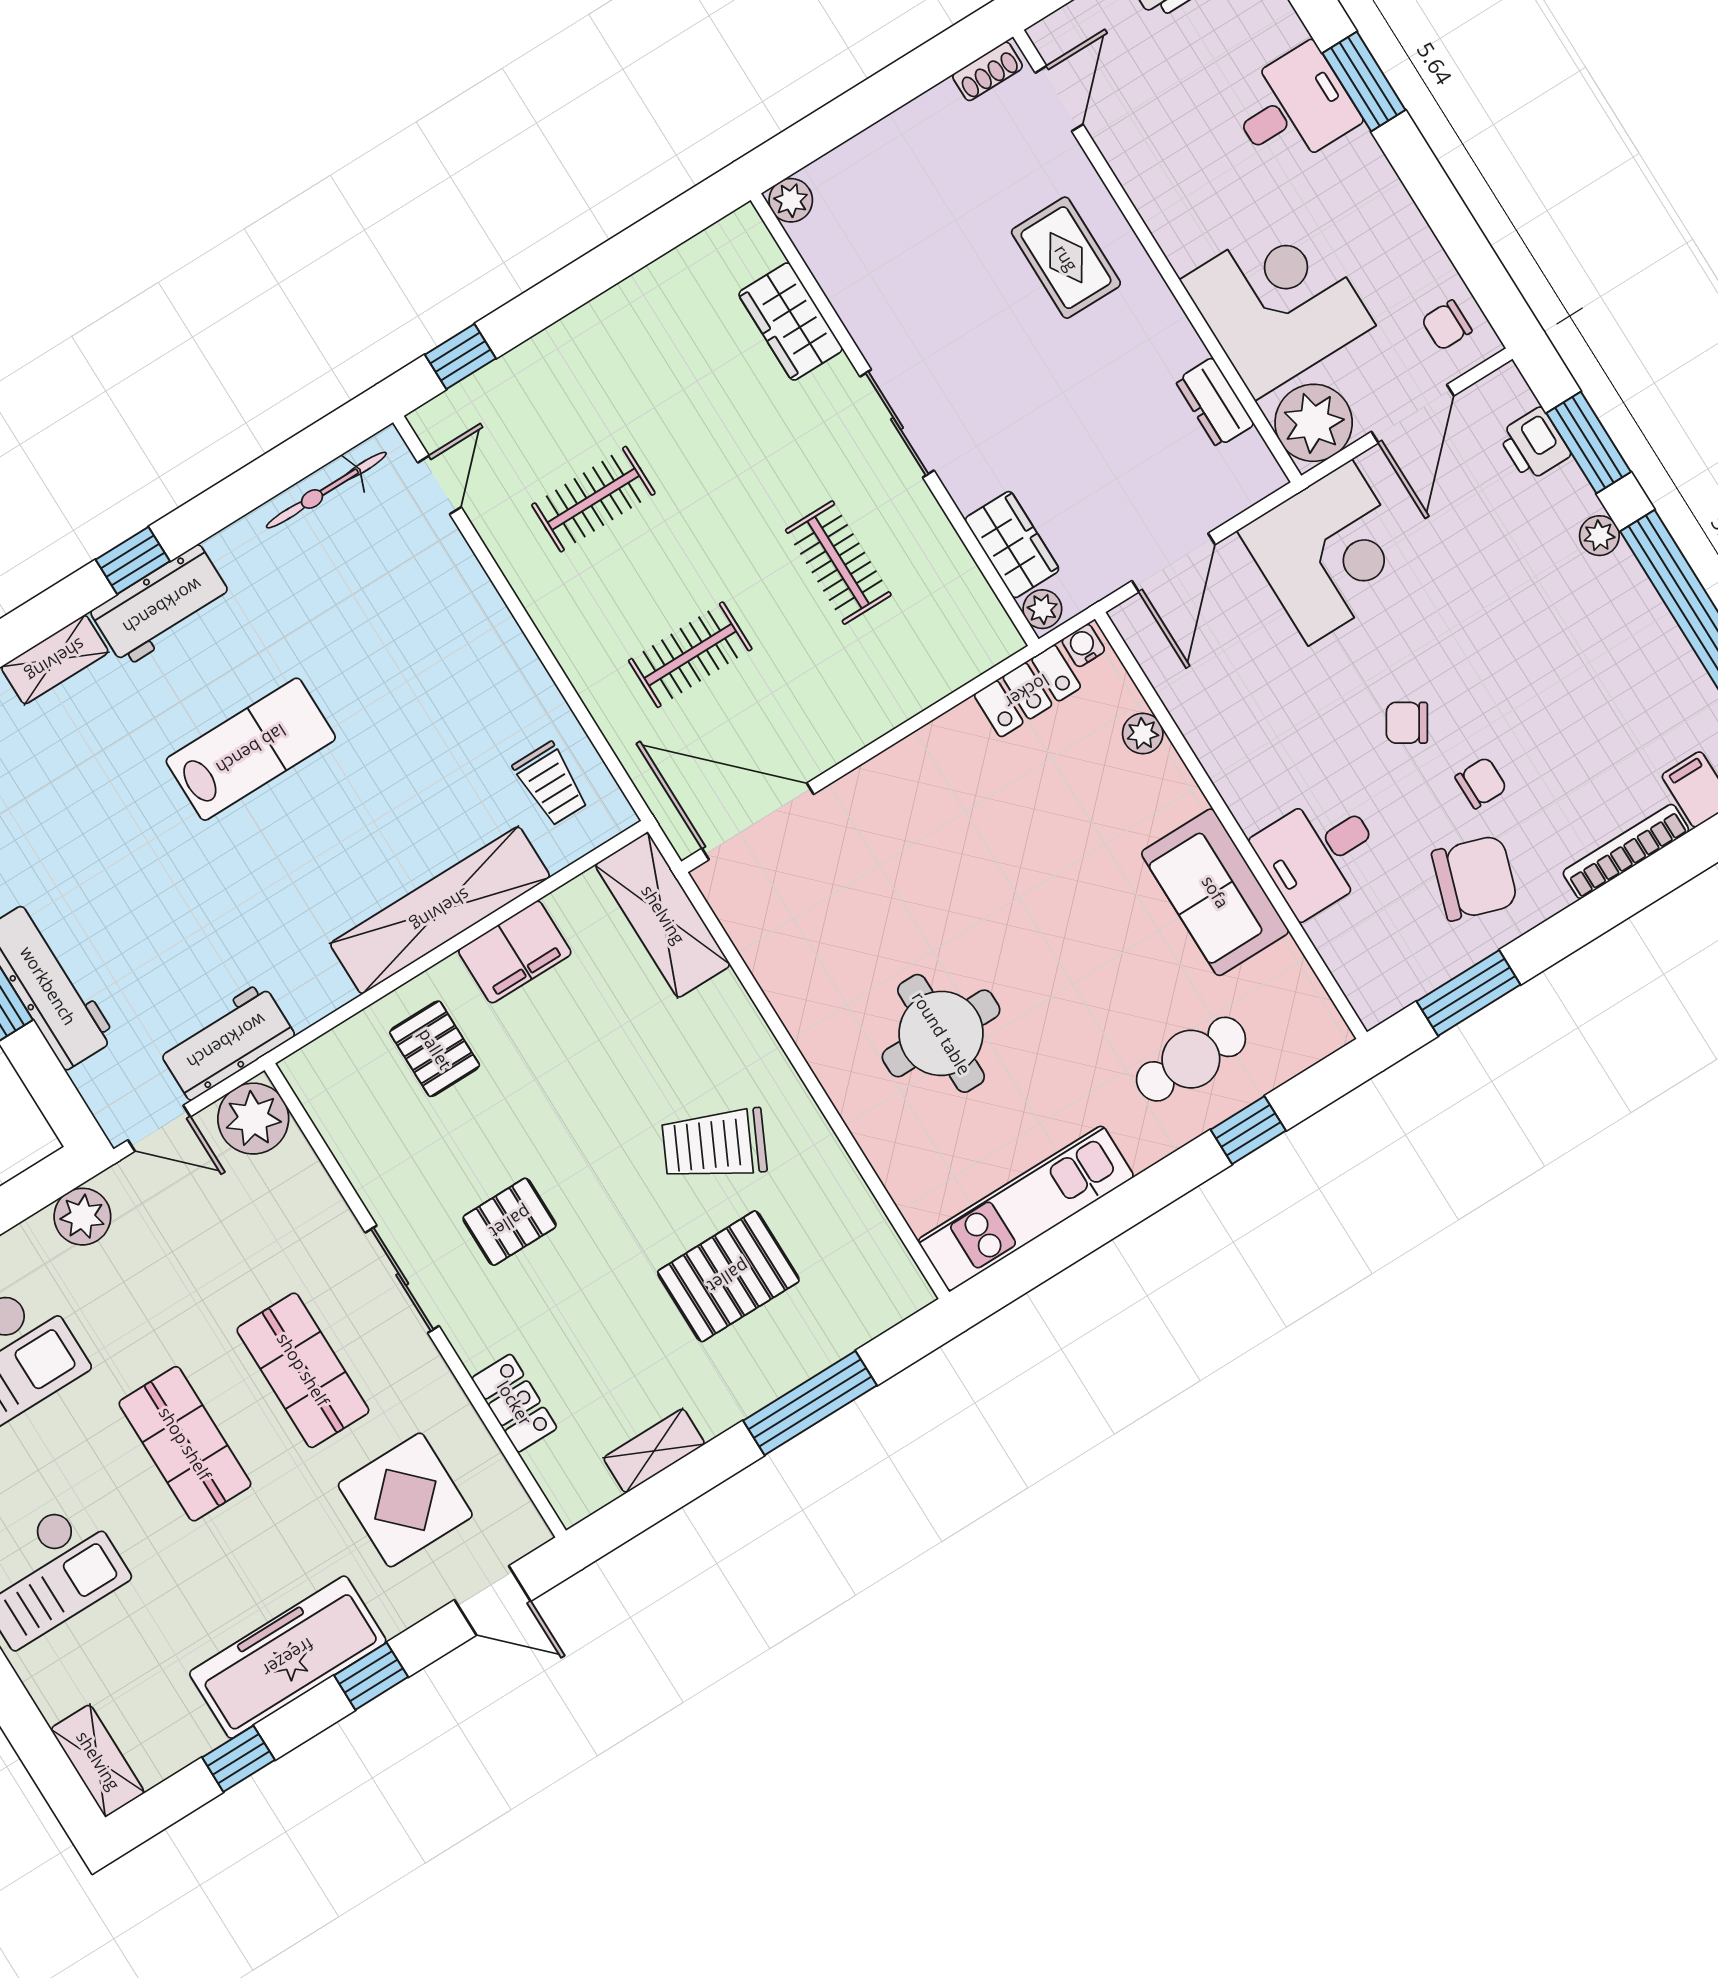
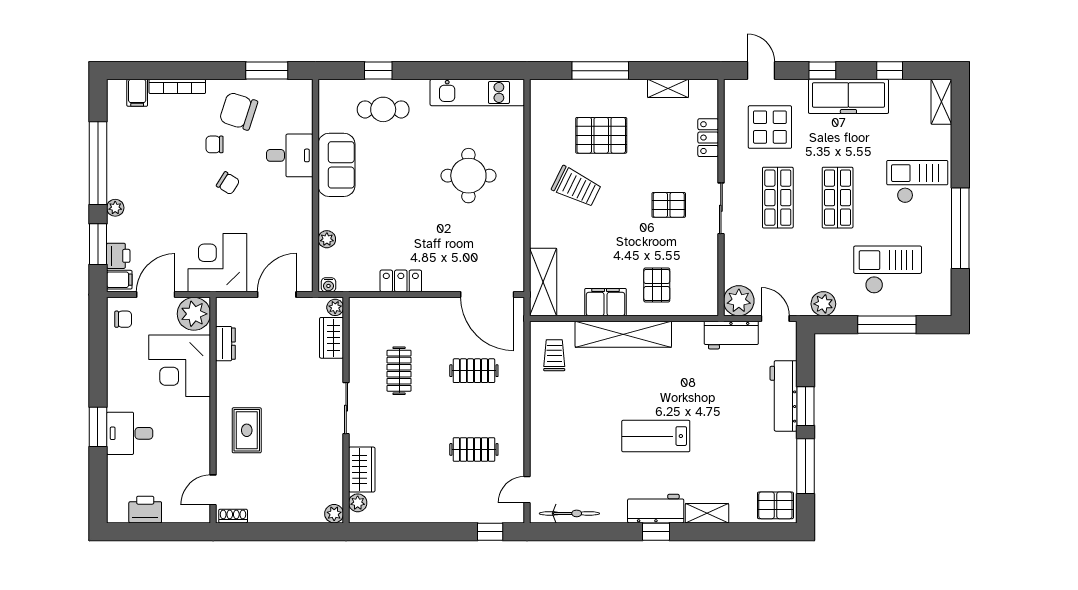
plant: (758, 251) -> (358, 503), added
filing cabinet: (1503, 398) -> (119, 280), added
locker: (1027, 691) -> (401, 281), moved

